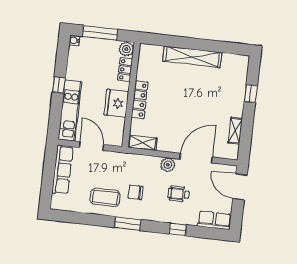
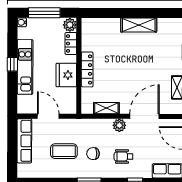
shelving: (192, 57) -> (139, 25), width x0.68
kitchen unit: (70, 111) -> (25, 67), moved
shelving: (142, 143) -> (106, 108), moved
wheelchair: (179, 194) -> (124, 156), moved
coffee table: (105, 197) -> (64, 151), moved

